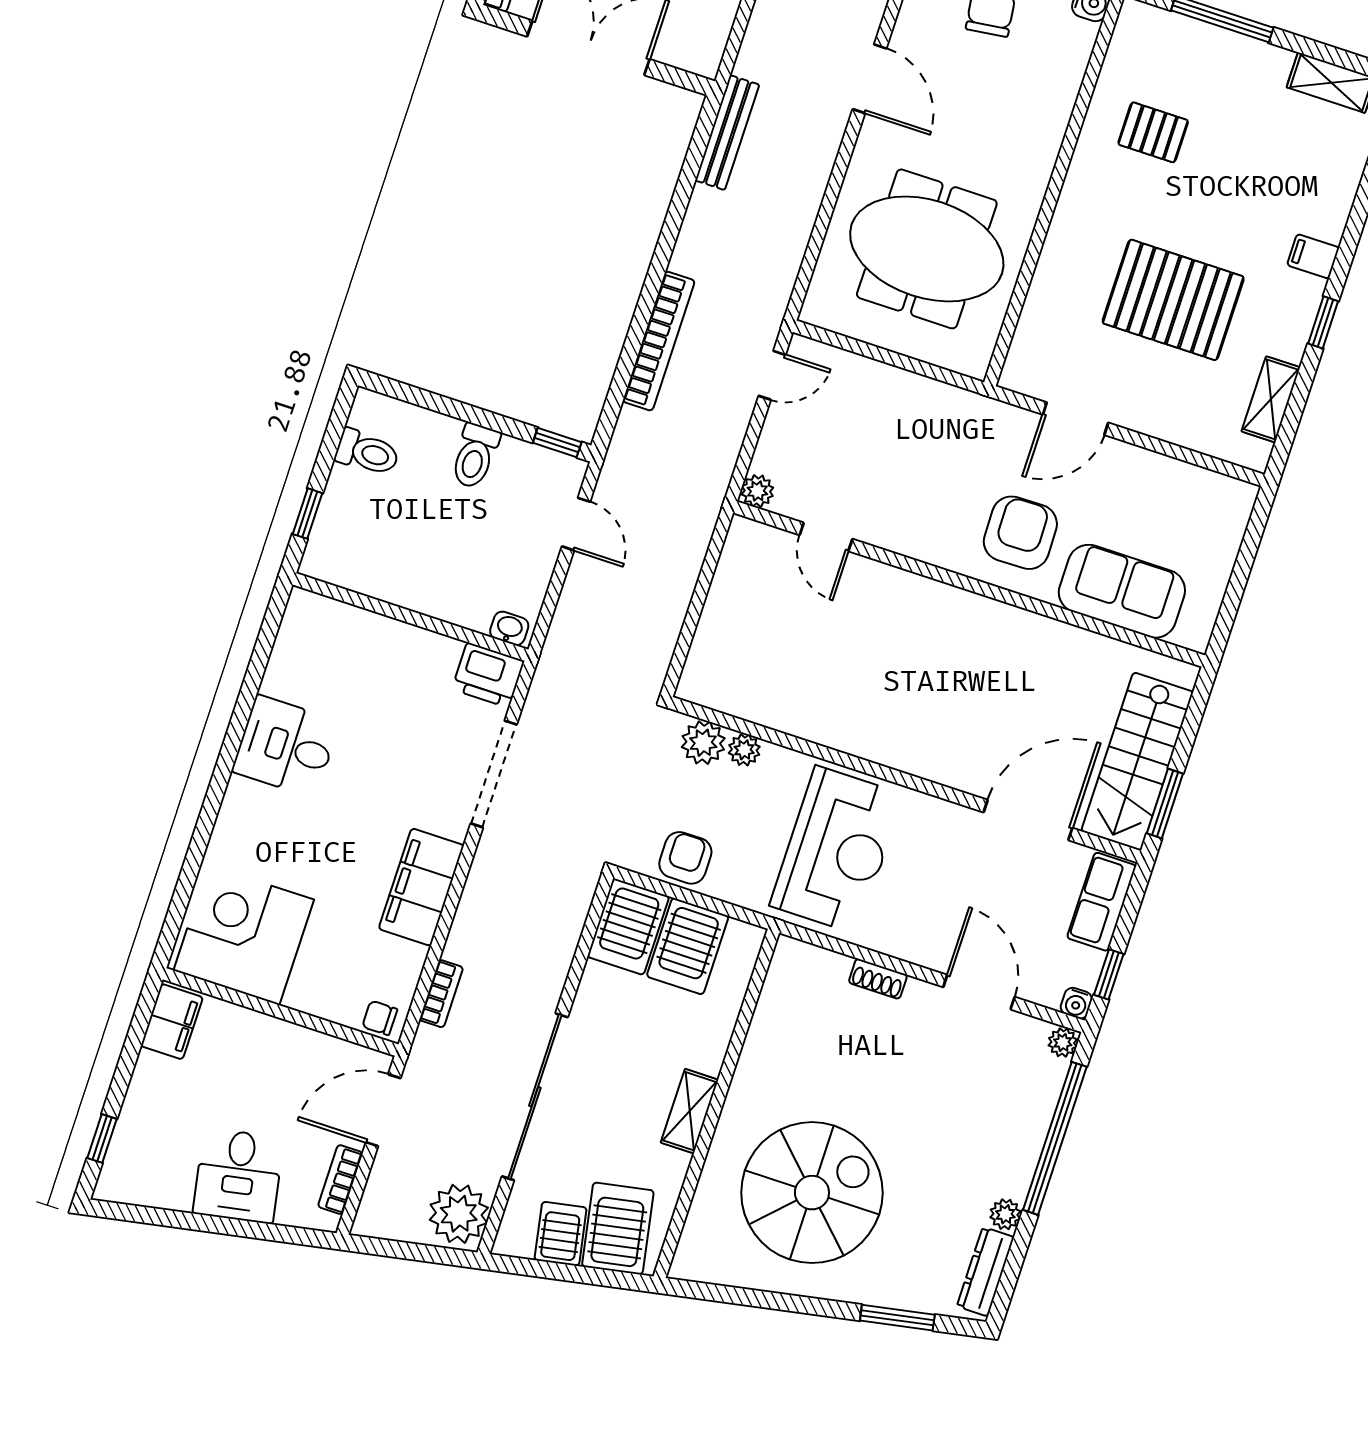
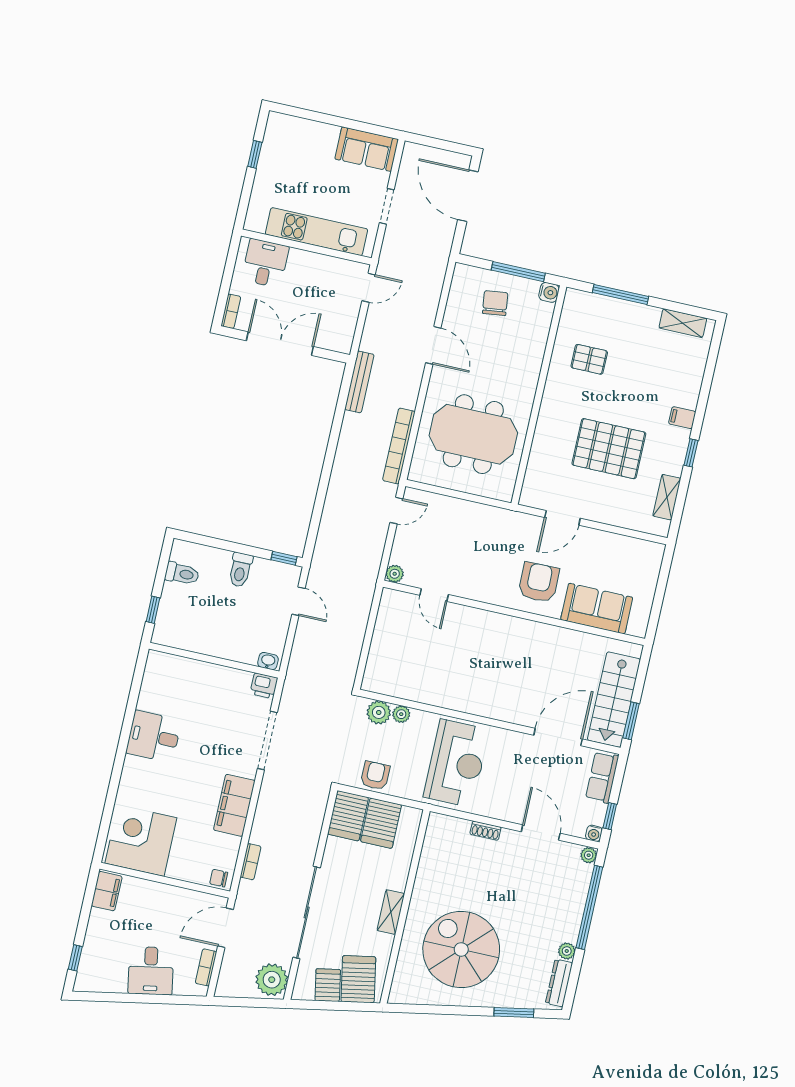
bookcase: (659, 341) -> (399, 446), moved, turned 180
printer: (488, 675) -> (264, 686), width x0.73, depth x0.81
spiral stairs: (812, 1193) -> (461, 949), turned -90

